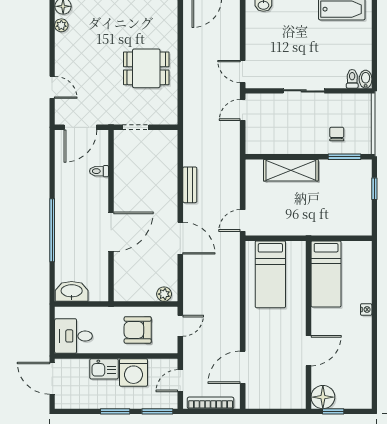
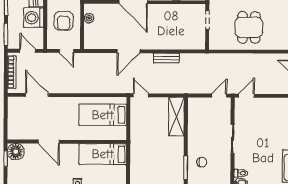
door: (243, 110) -> (219, 96), hinge flipped
shelving: (291, 170) -> (176, 117), moved
plant: (164, 294) -> (89, 18), moved
armchair: (138, 330) -> (64, 21), turned 180

